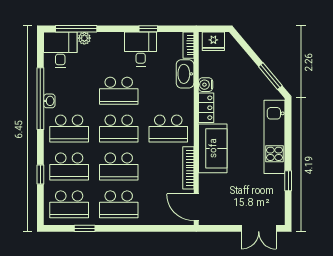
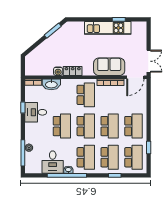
fridge: (213, 41) -> (31, 66), removed
desk: (60, 50) -> (53, 162), moved, turned -90
kitchen unit: (275, 137) -> (108, 28), moved
sofa: (213, 148) -> (109, 67), moved
double door: (259, 228) -> (149, 61), moved

